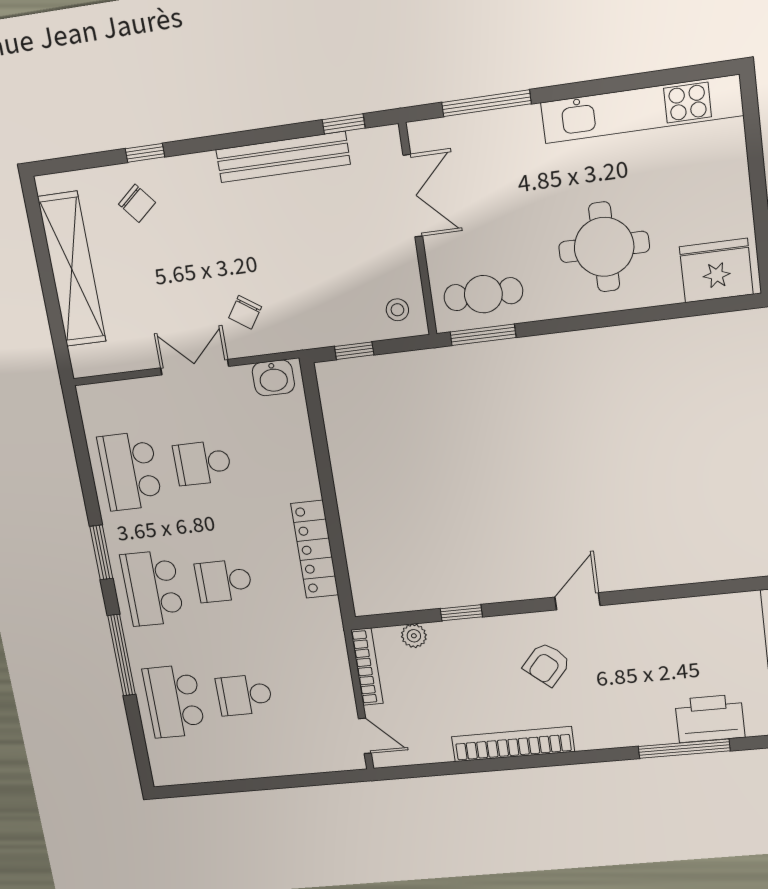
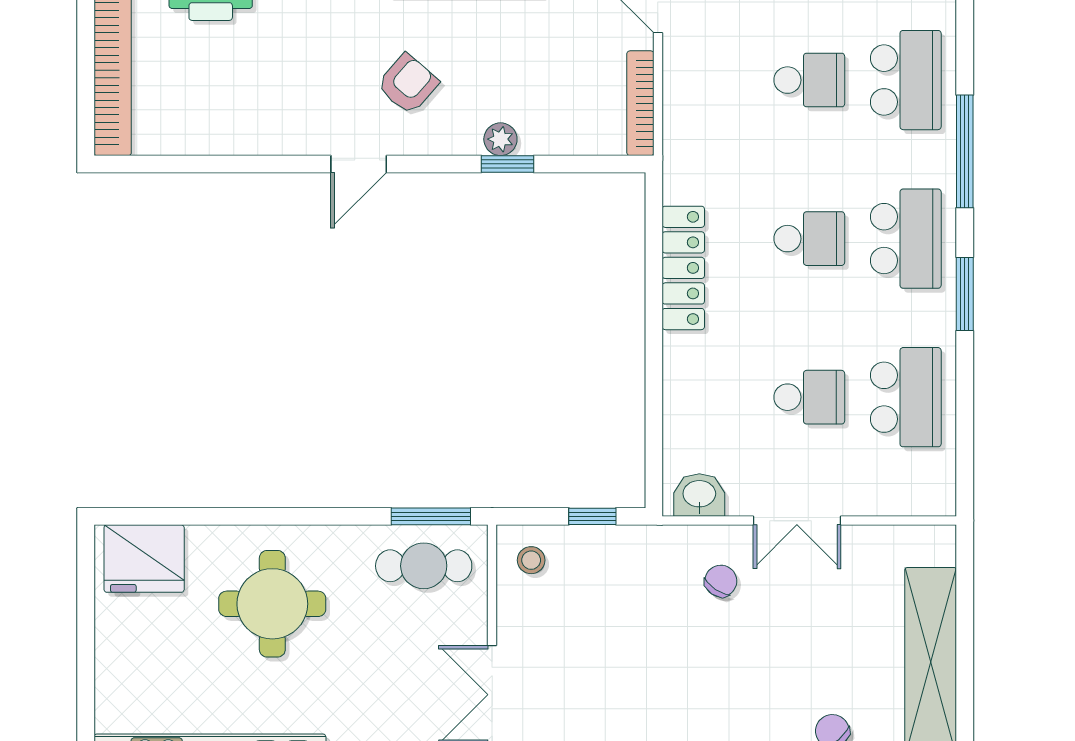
plant: (414, 636) -> (500, 139), moved

